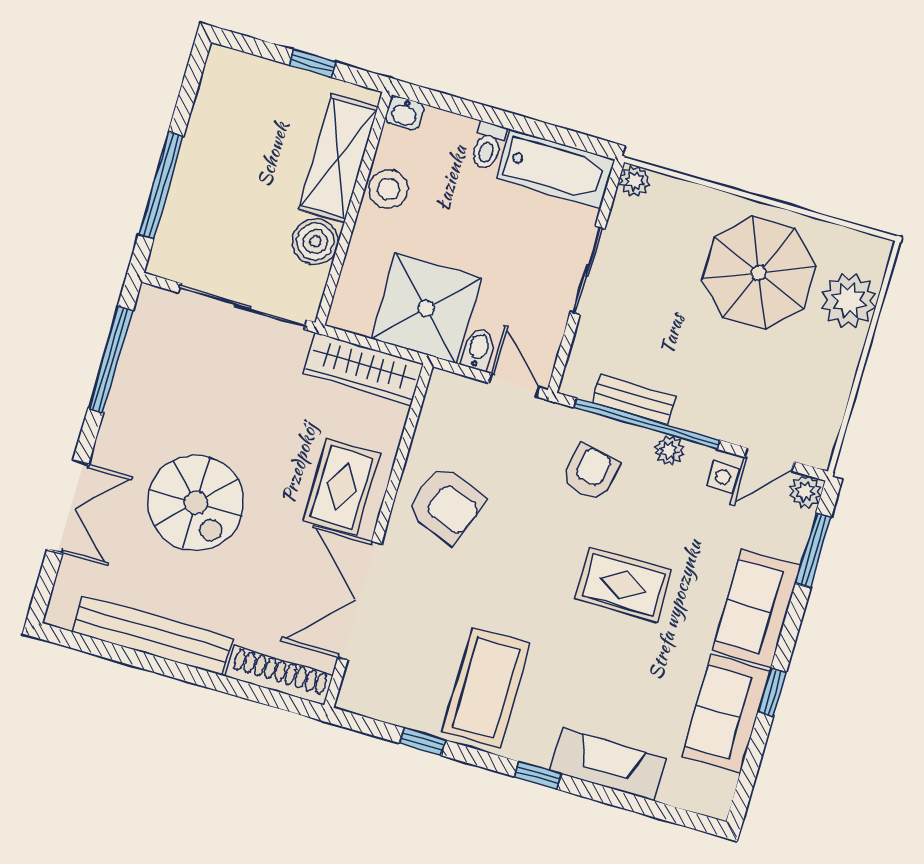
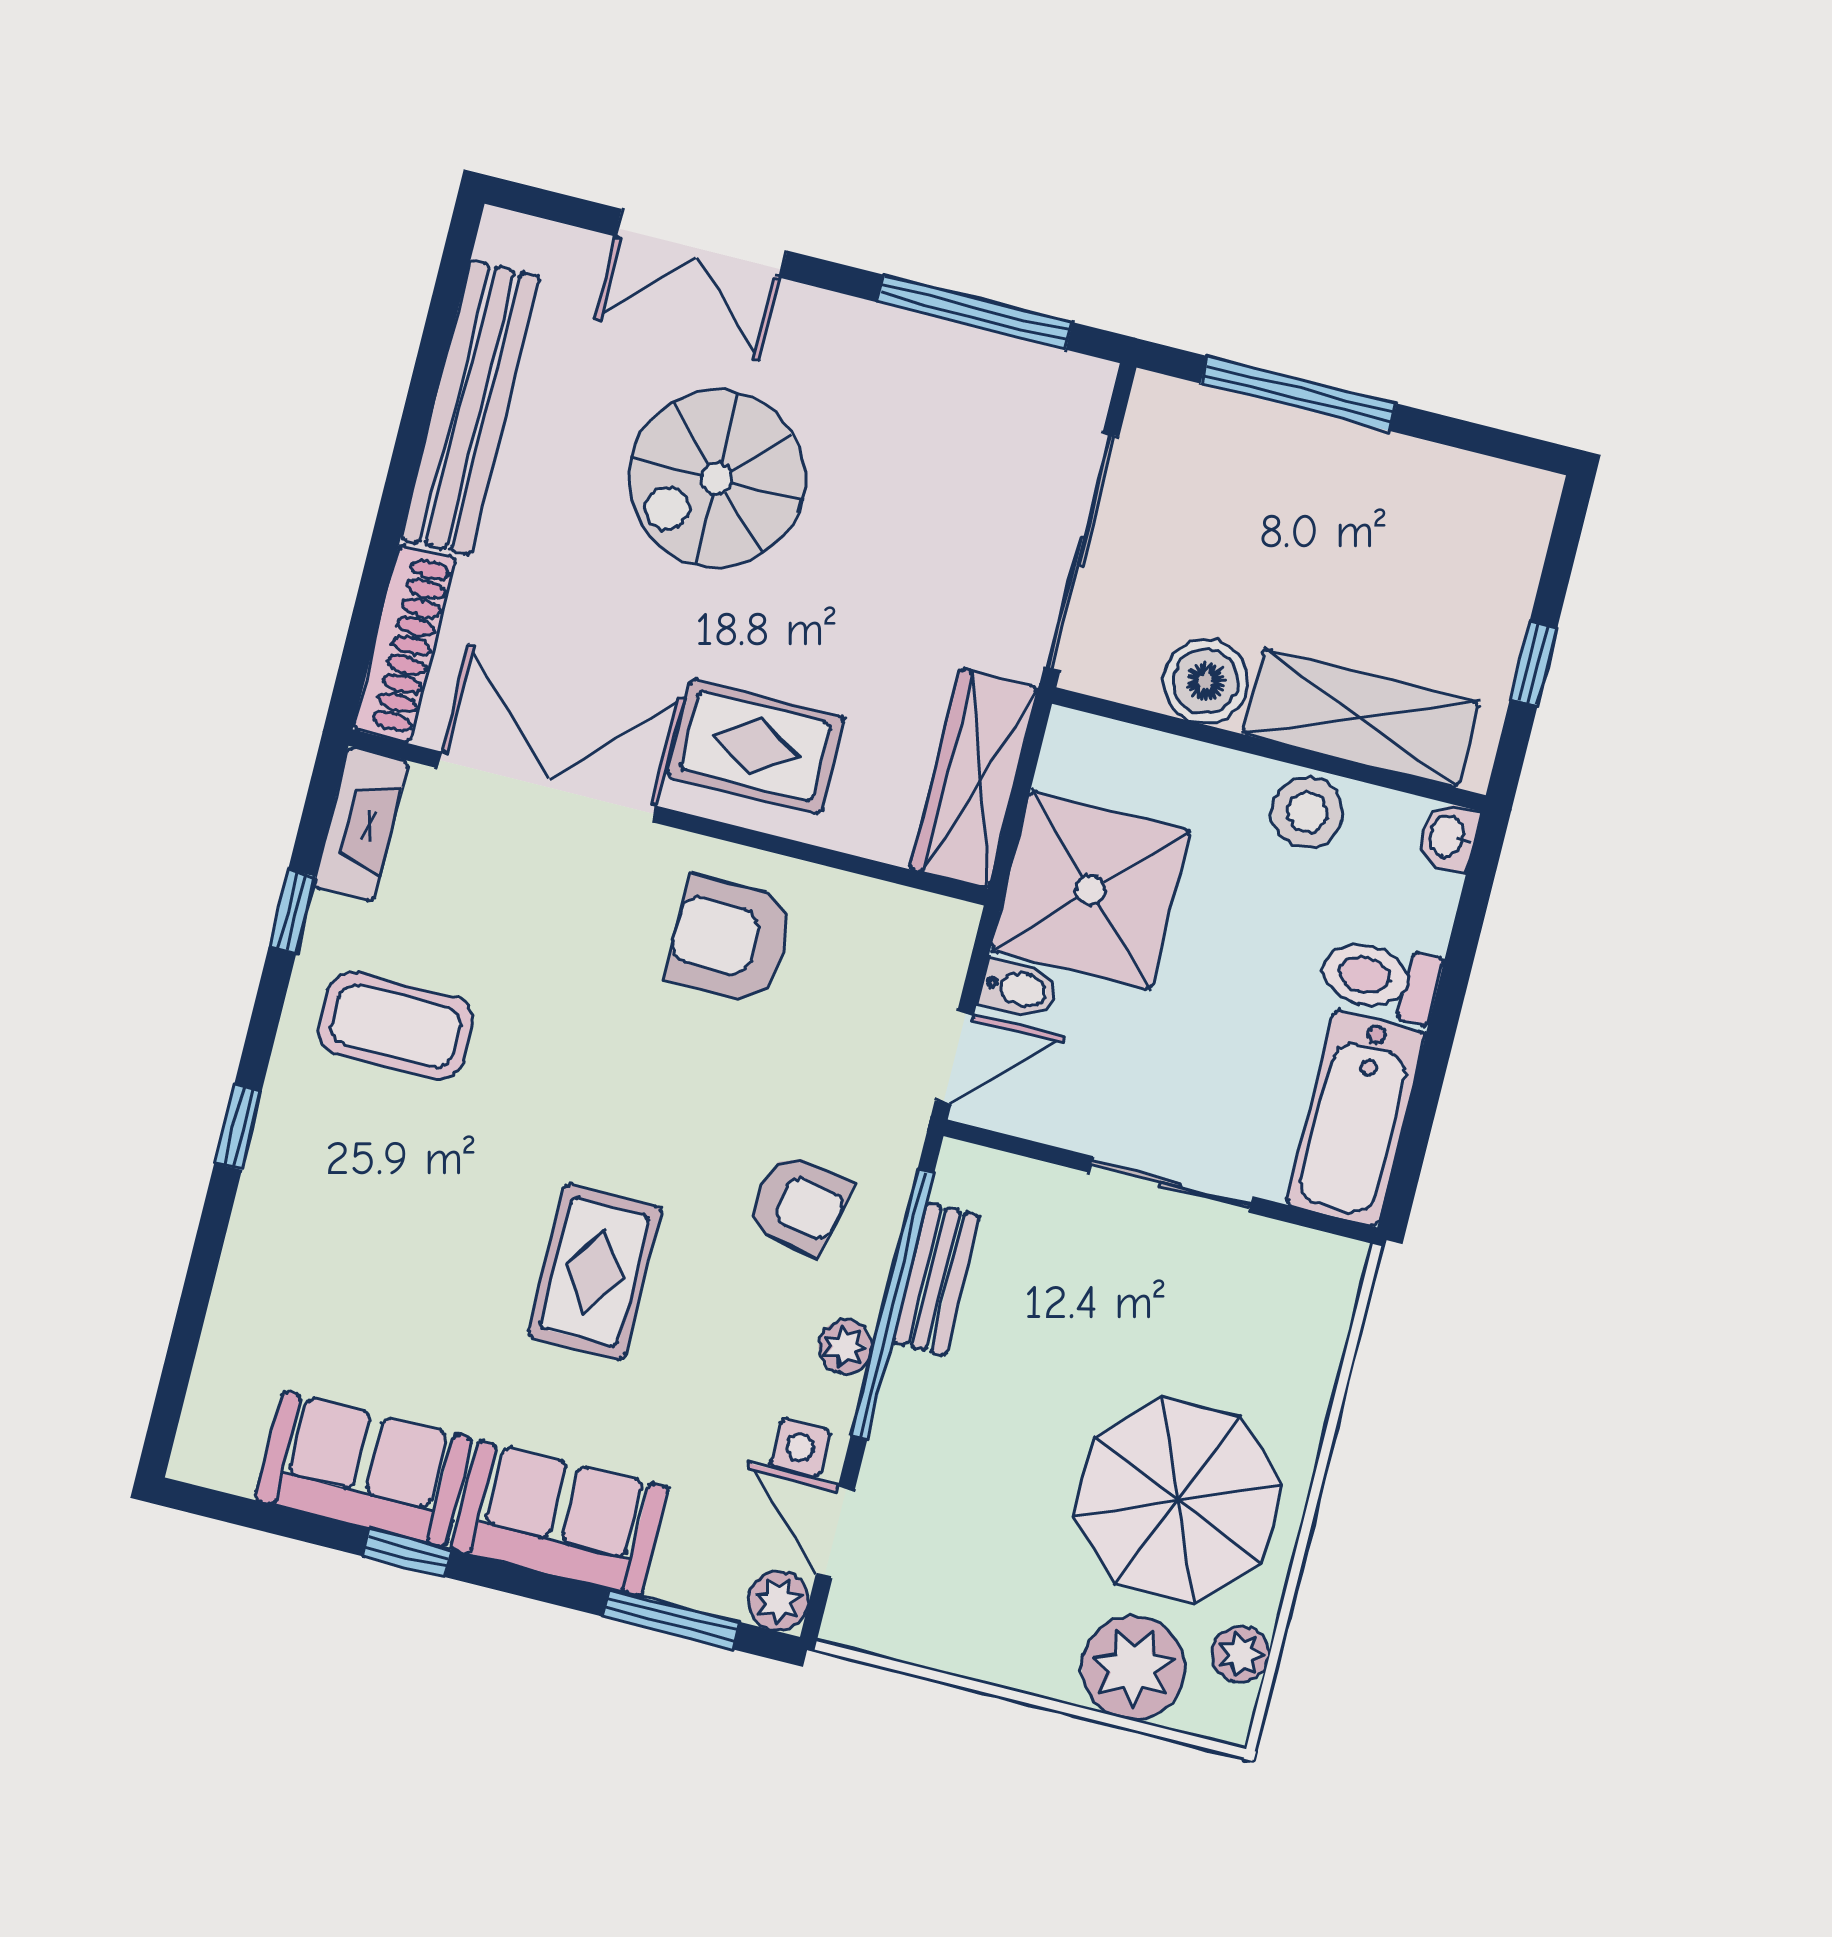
toilet: (488, 146) -> (1380, 979), width x1.37, depth x1.39
plant: (634, 181) -> (1241, 1654), moved
armchair: (446, 504) -> (730, 940), turned 70
coffee table: (486, 688) -> (395, 1026), width x0.73, depth x0.76
fireplace: (608, 764) -> (361, 824), moved, width x0.73, depth x0.76

